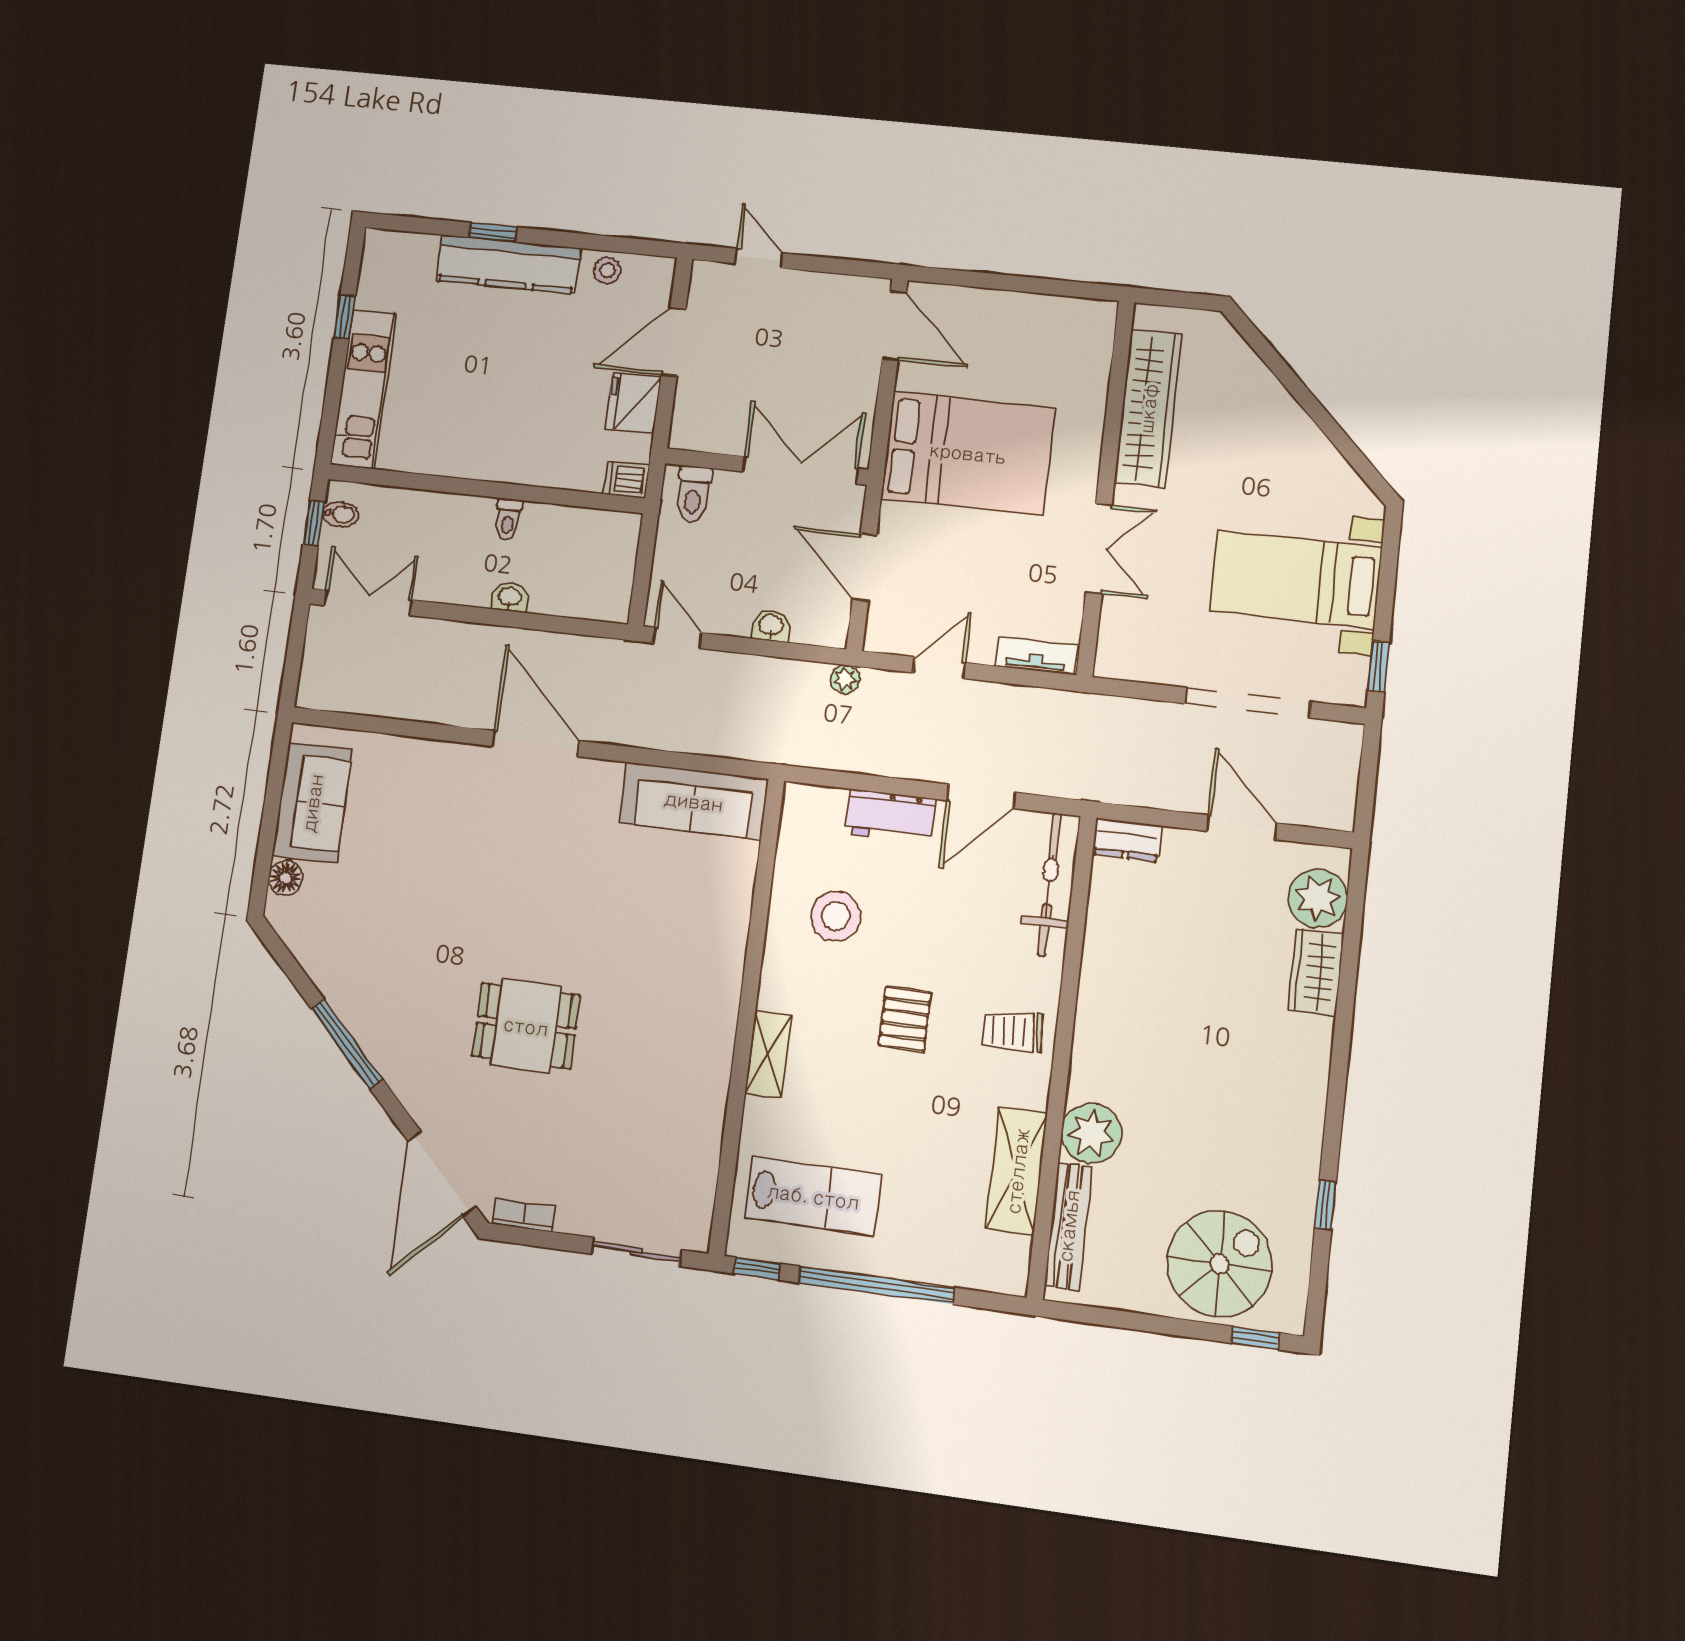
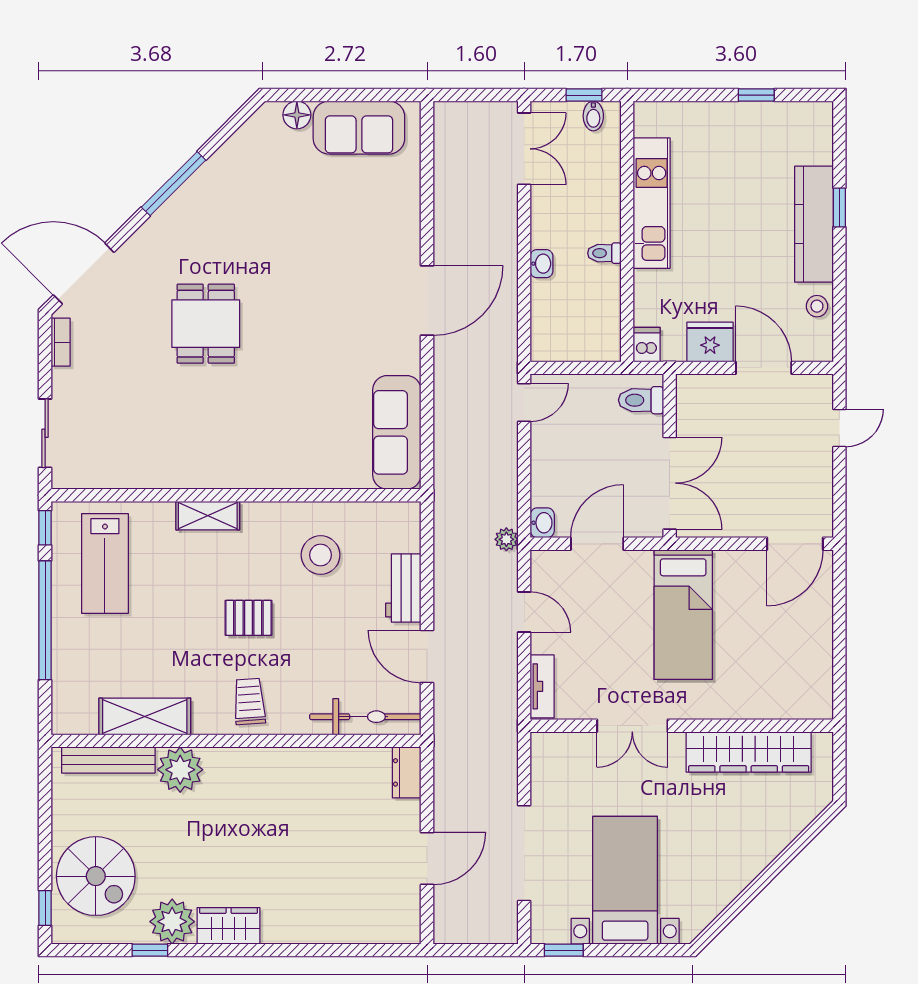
kitchen unit: (363, 389) -> (652, 203), moved, turned -90
bed: (968, 453) -> (683, 615), width x0.67
washbasin: (771, 626) -> (542, 523), moved
plant: (1318, 898) -> (172, 922), moved
wardrobe: (1316, 972) -> (229, 926), moved

